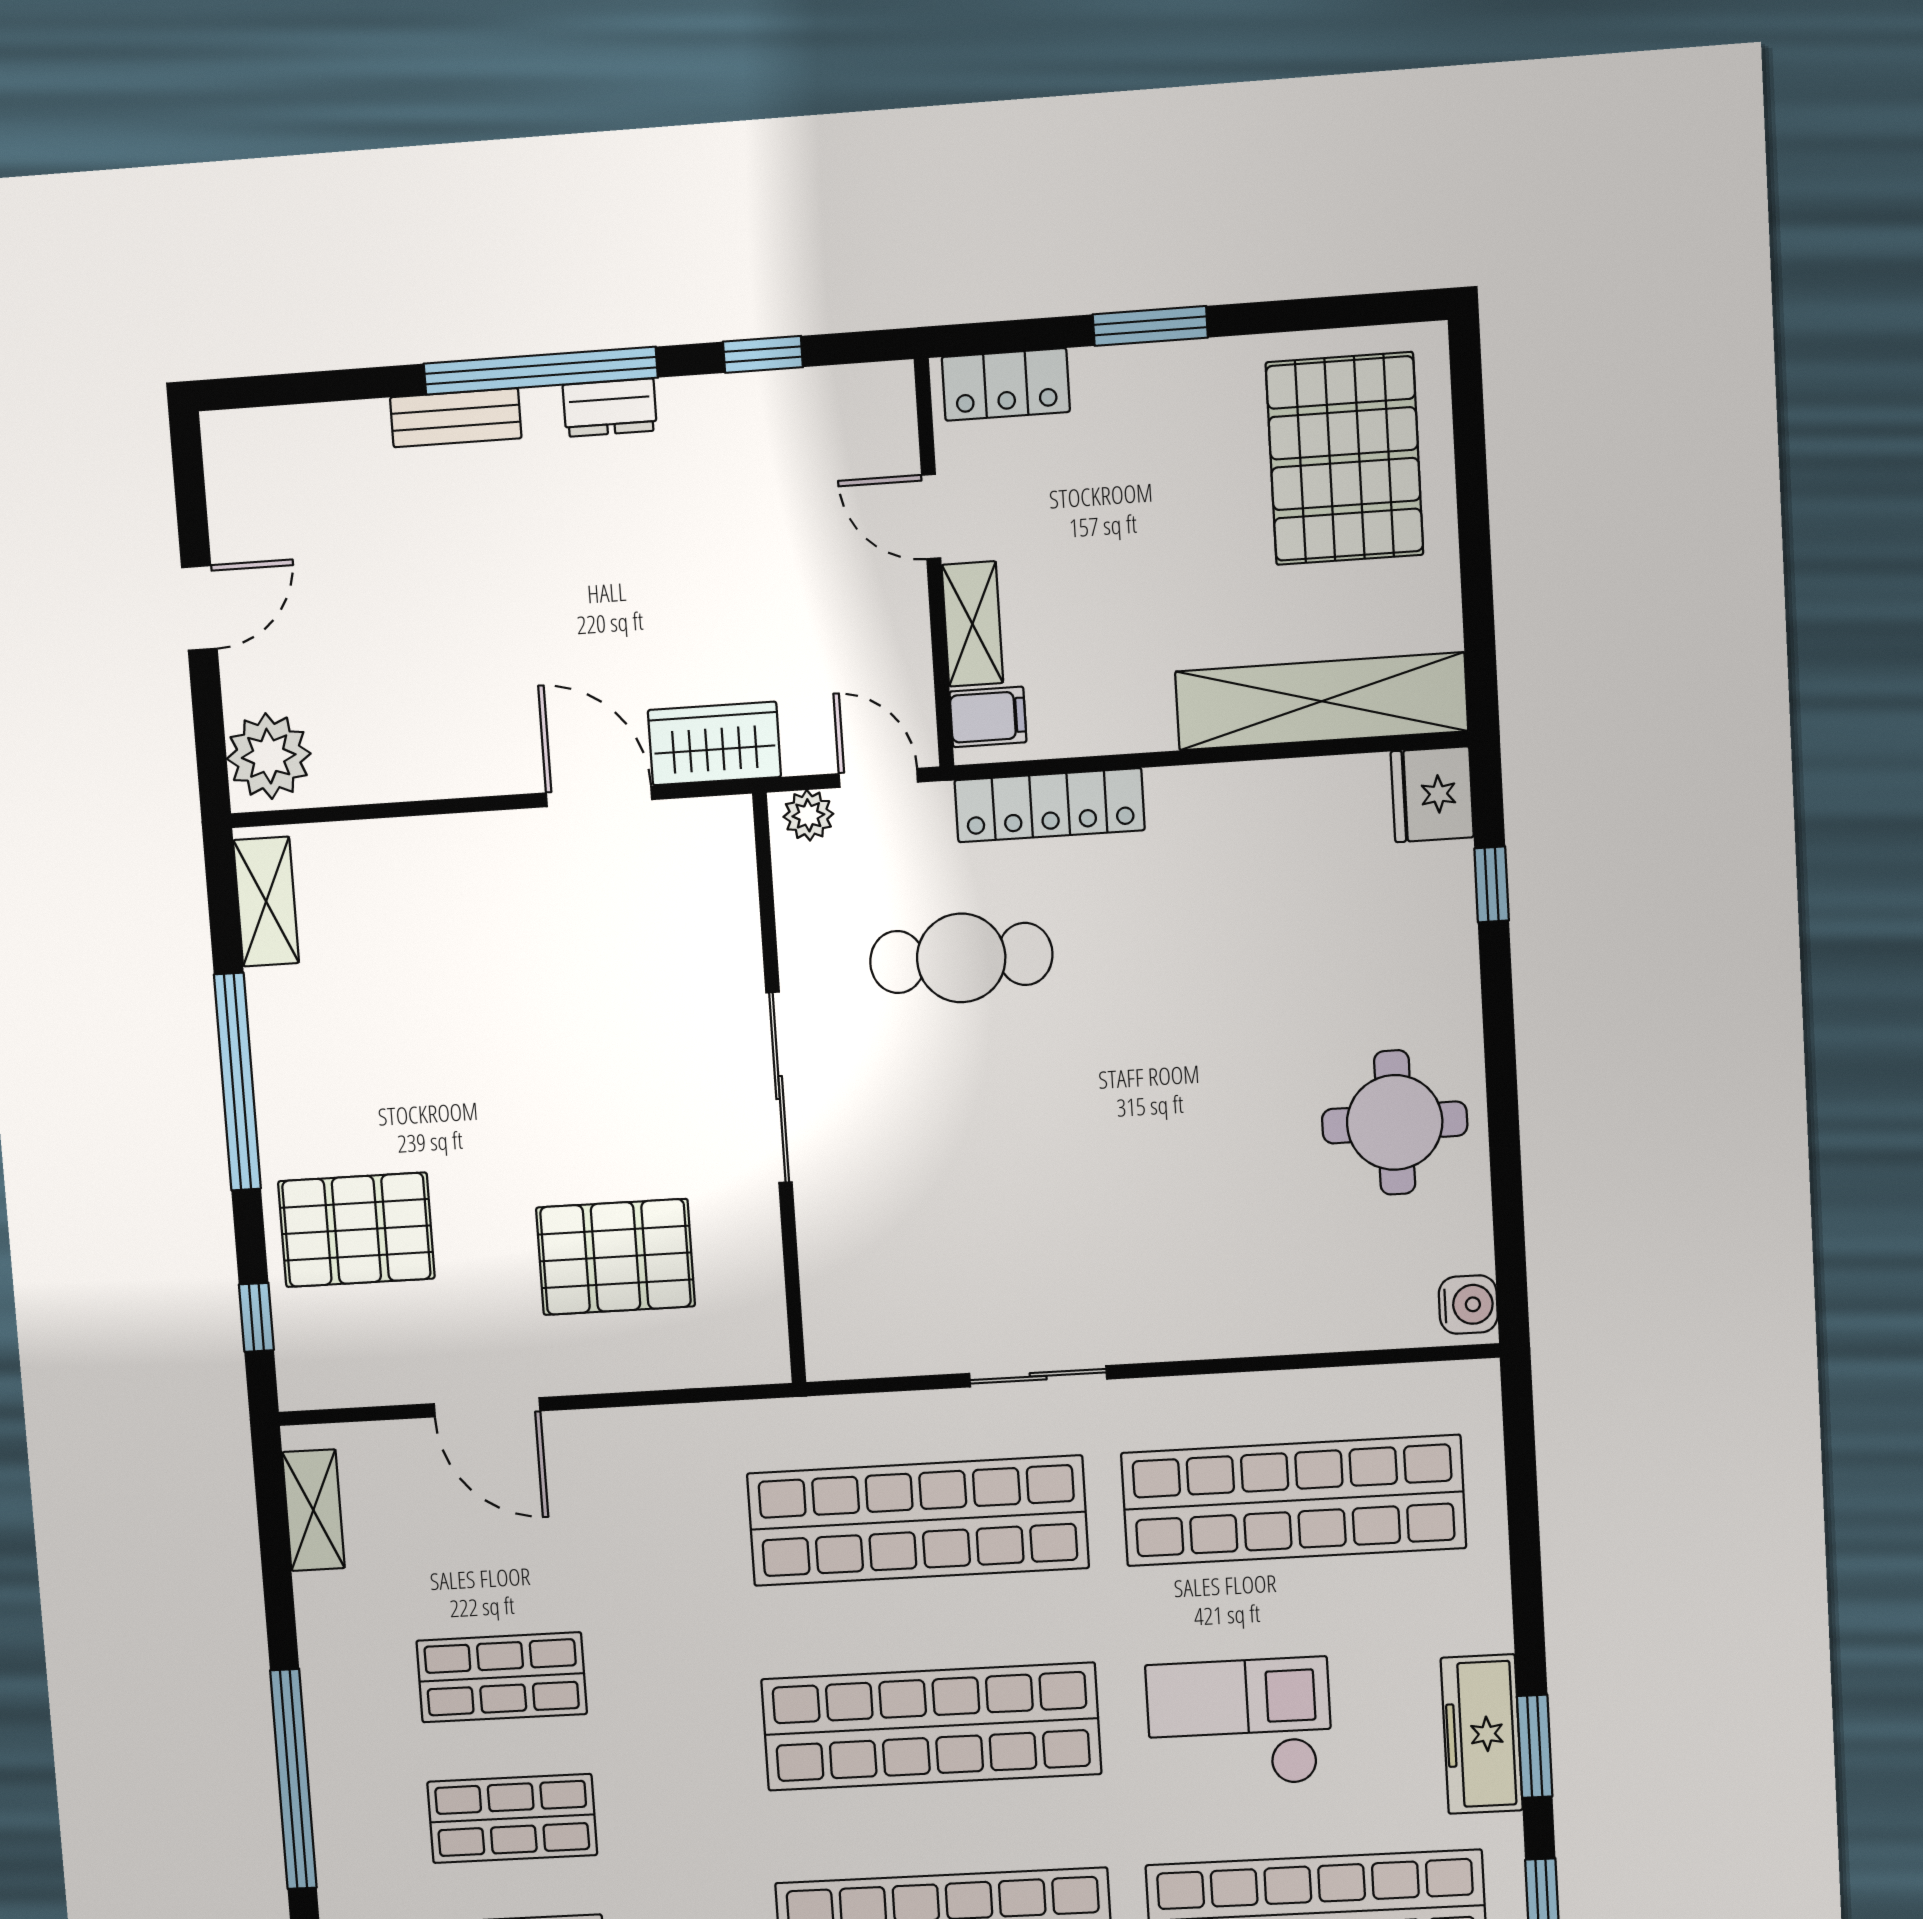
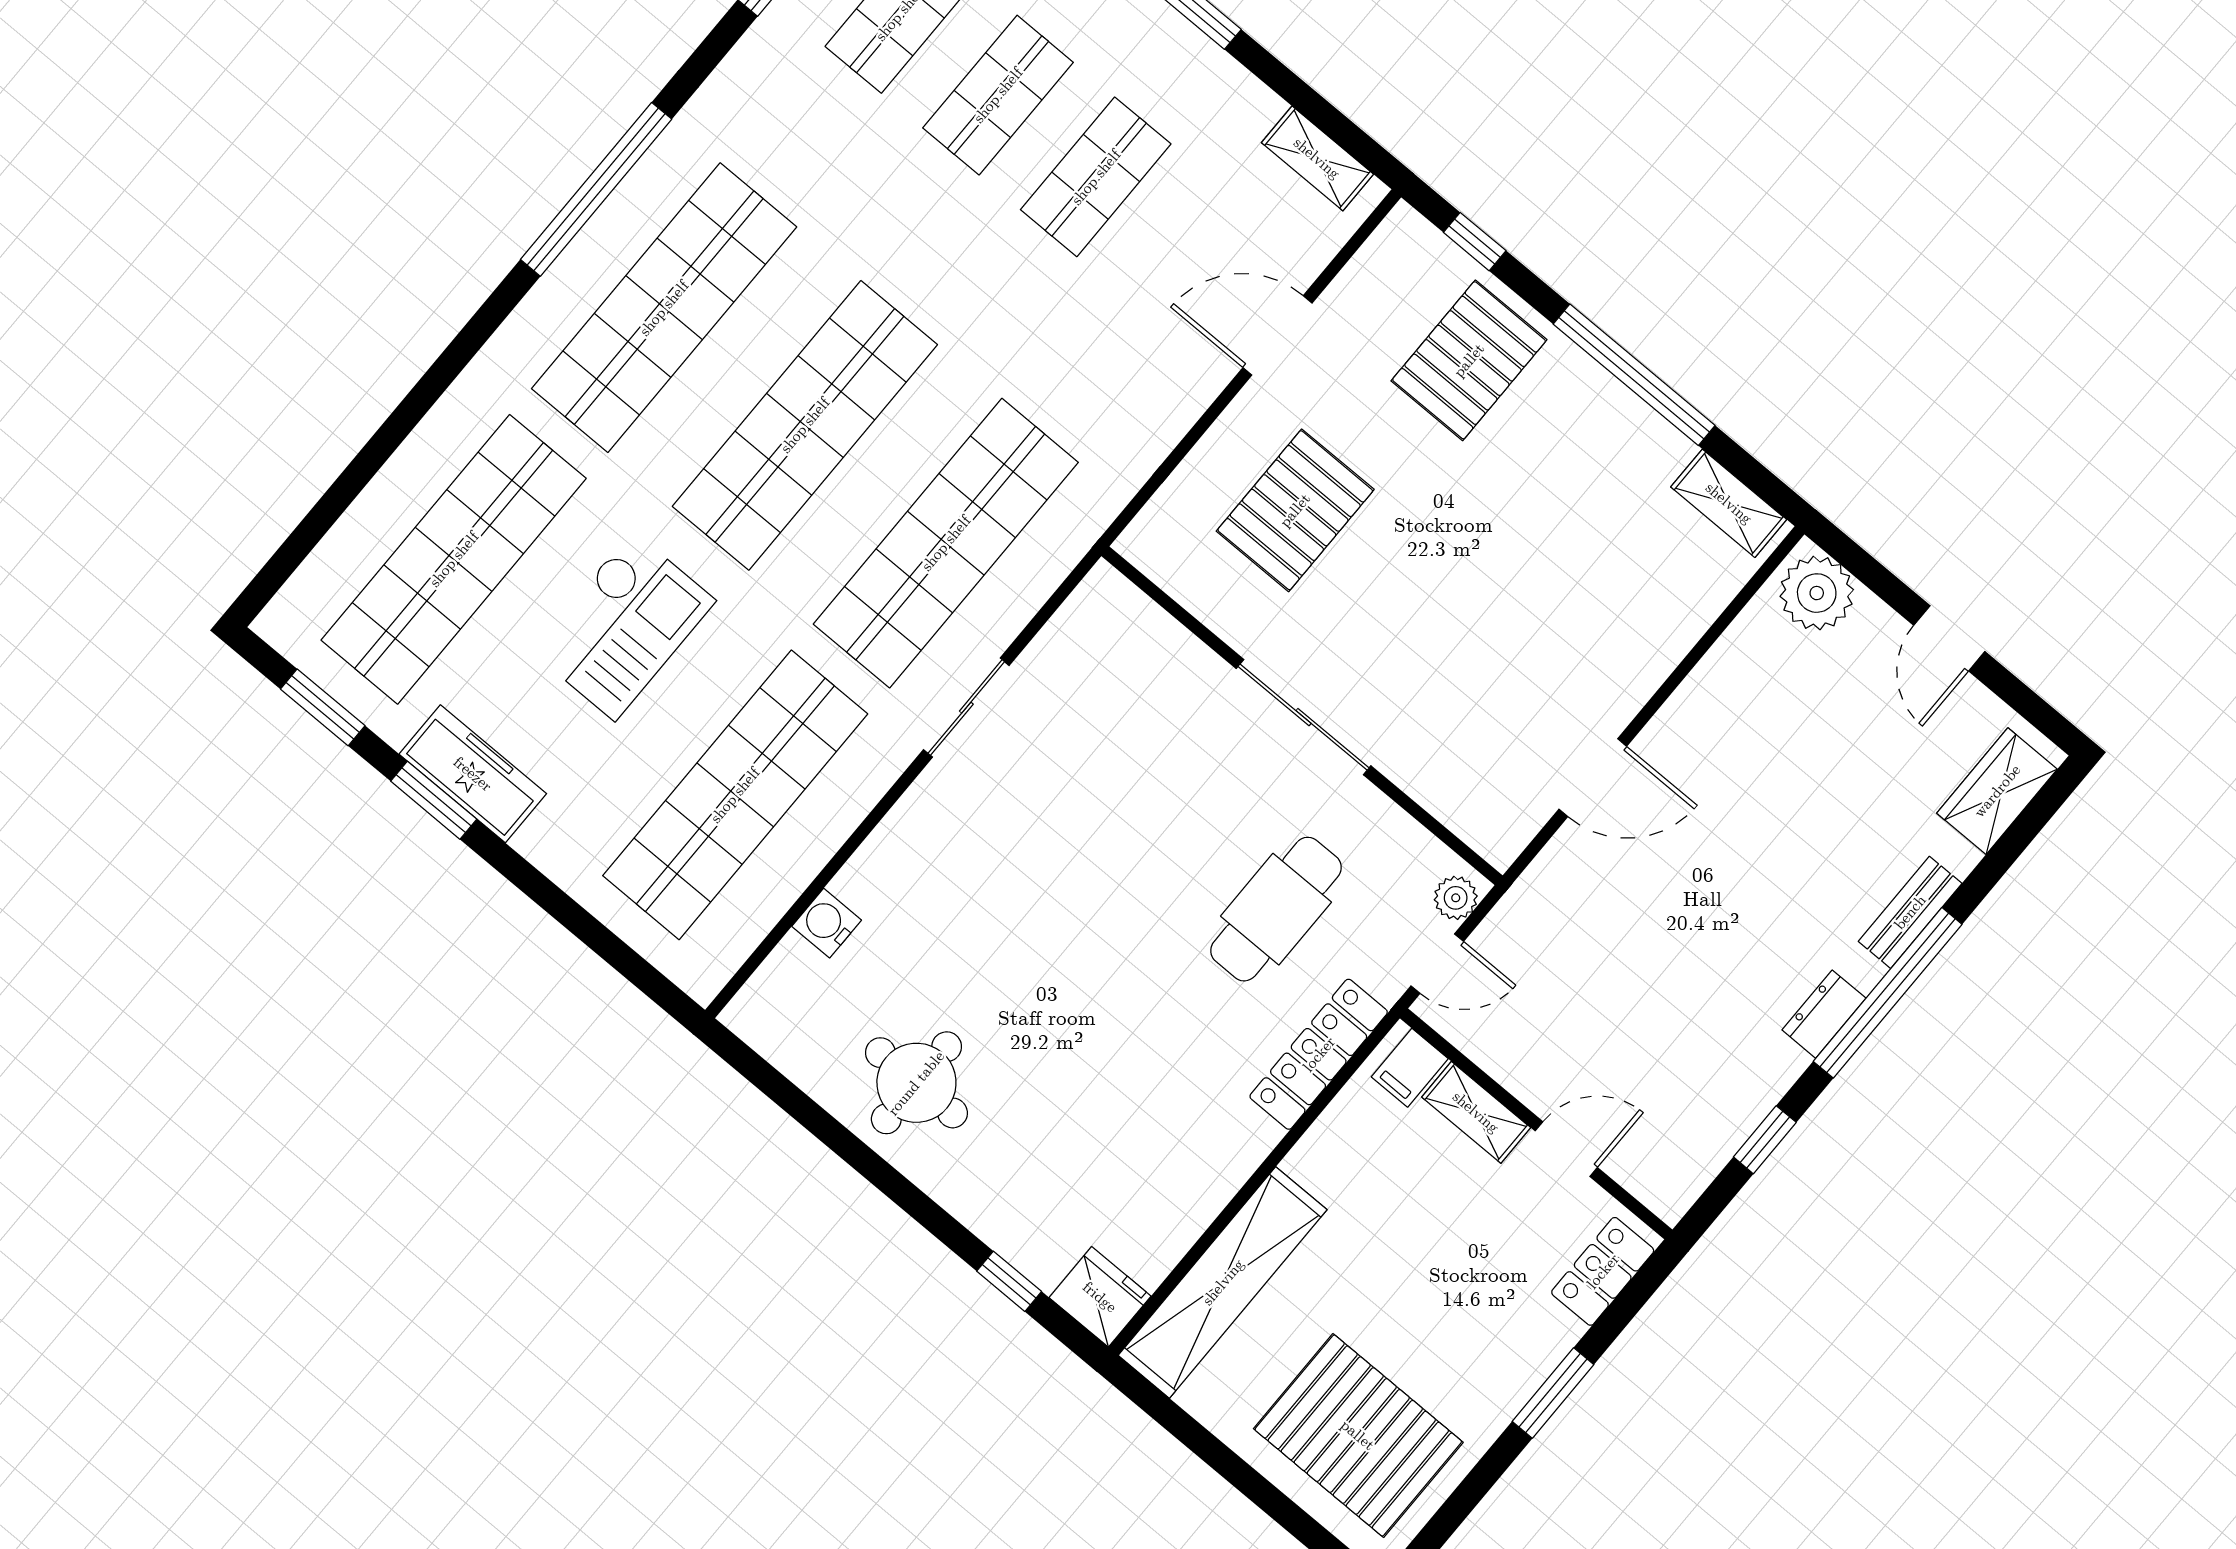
wardrobe: (714, 743) -> (1997, 791), moved, turned 180
water cooler: (1468, 1305) -> (827, 923), moved, turned 90

